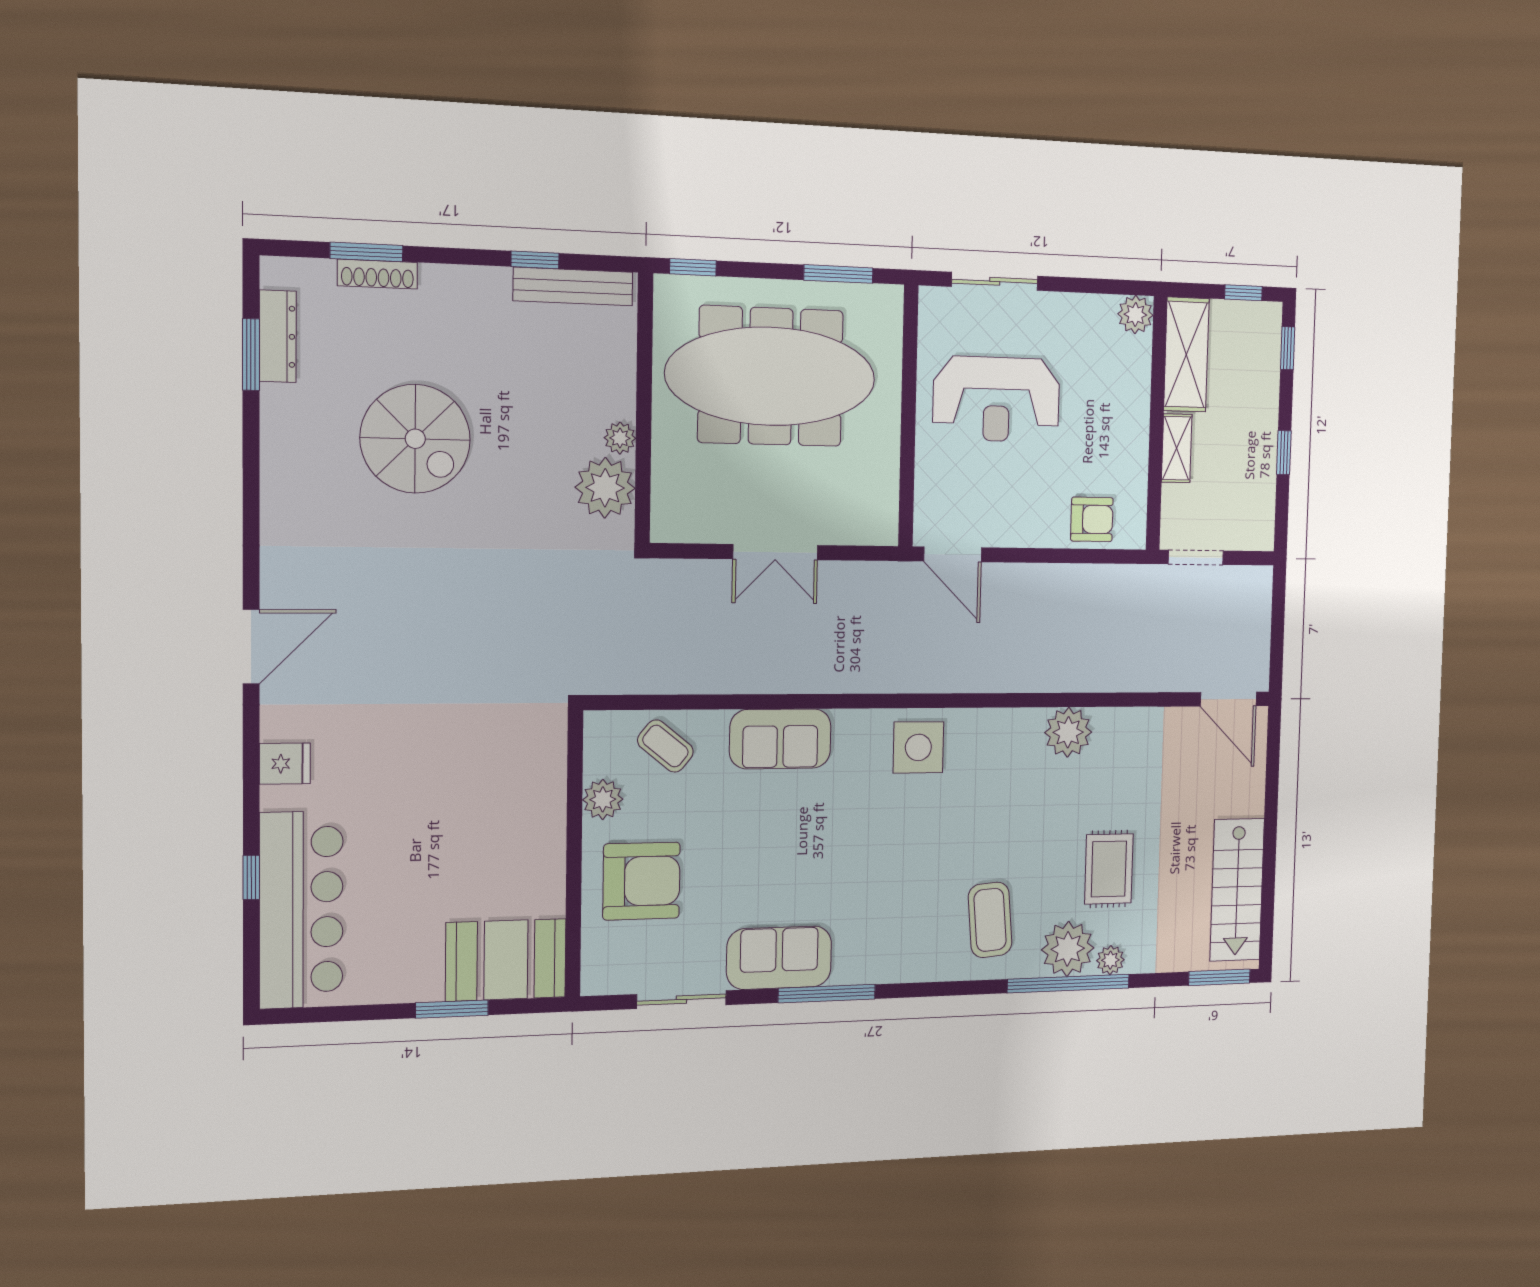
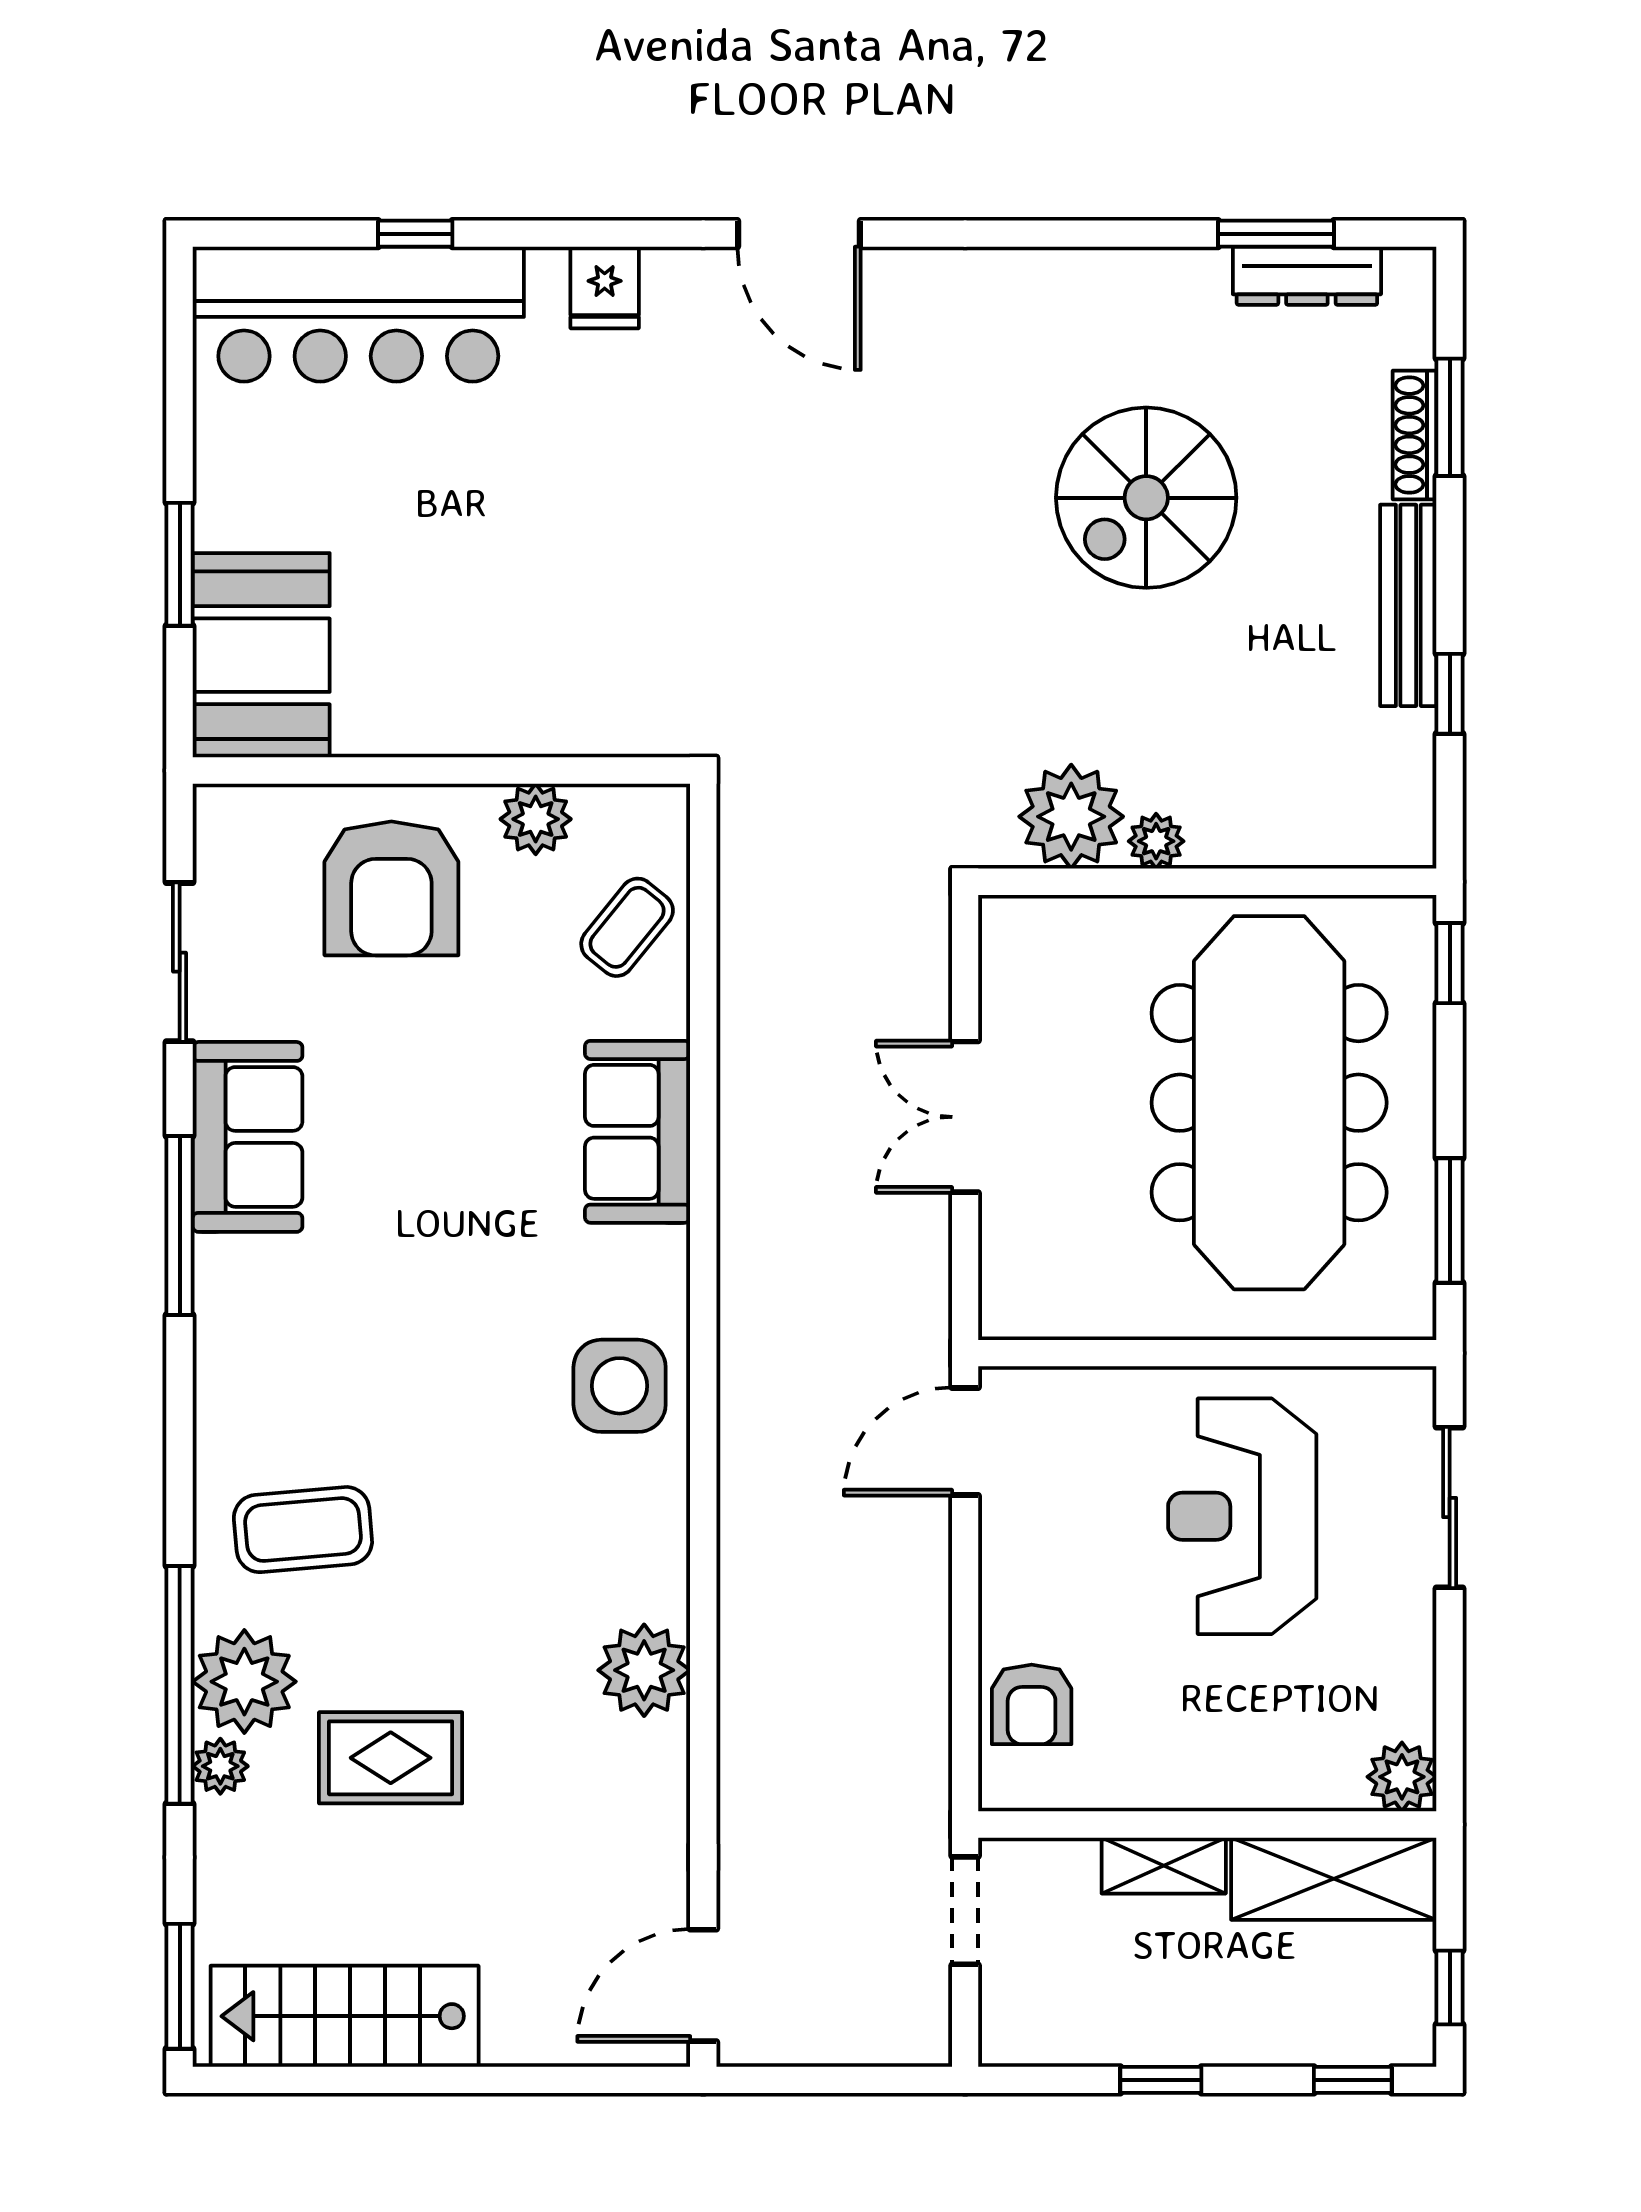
bench: (573, 286) -> (1408, 605), moved

